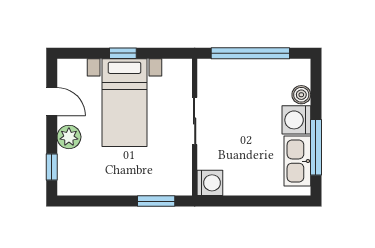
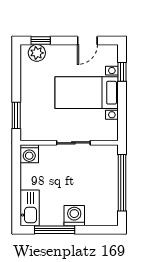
window: (123, 53) -> (122, 72), moved
boiler: (301, 95) -> (92, 219), removed
plant: (69, 137) -> (37, 53), moved
kitchen sink: (297, 161) -> (30, 208), moved, turned 90

